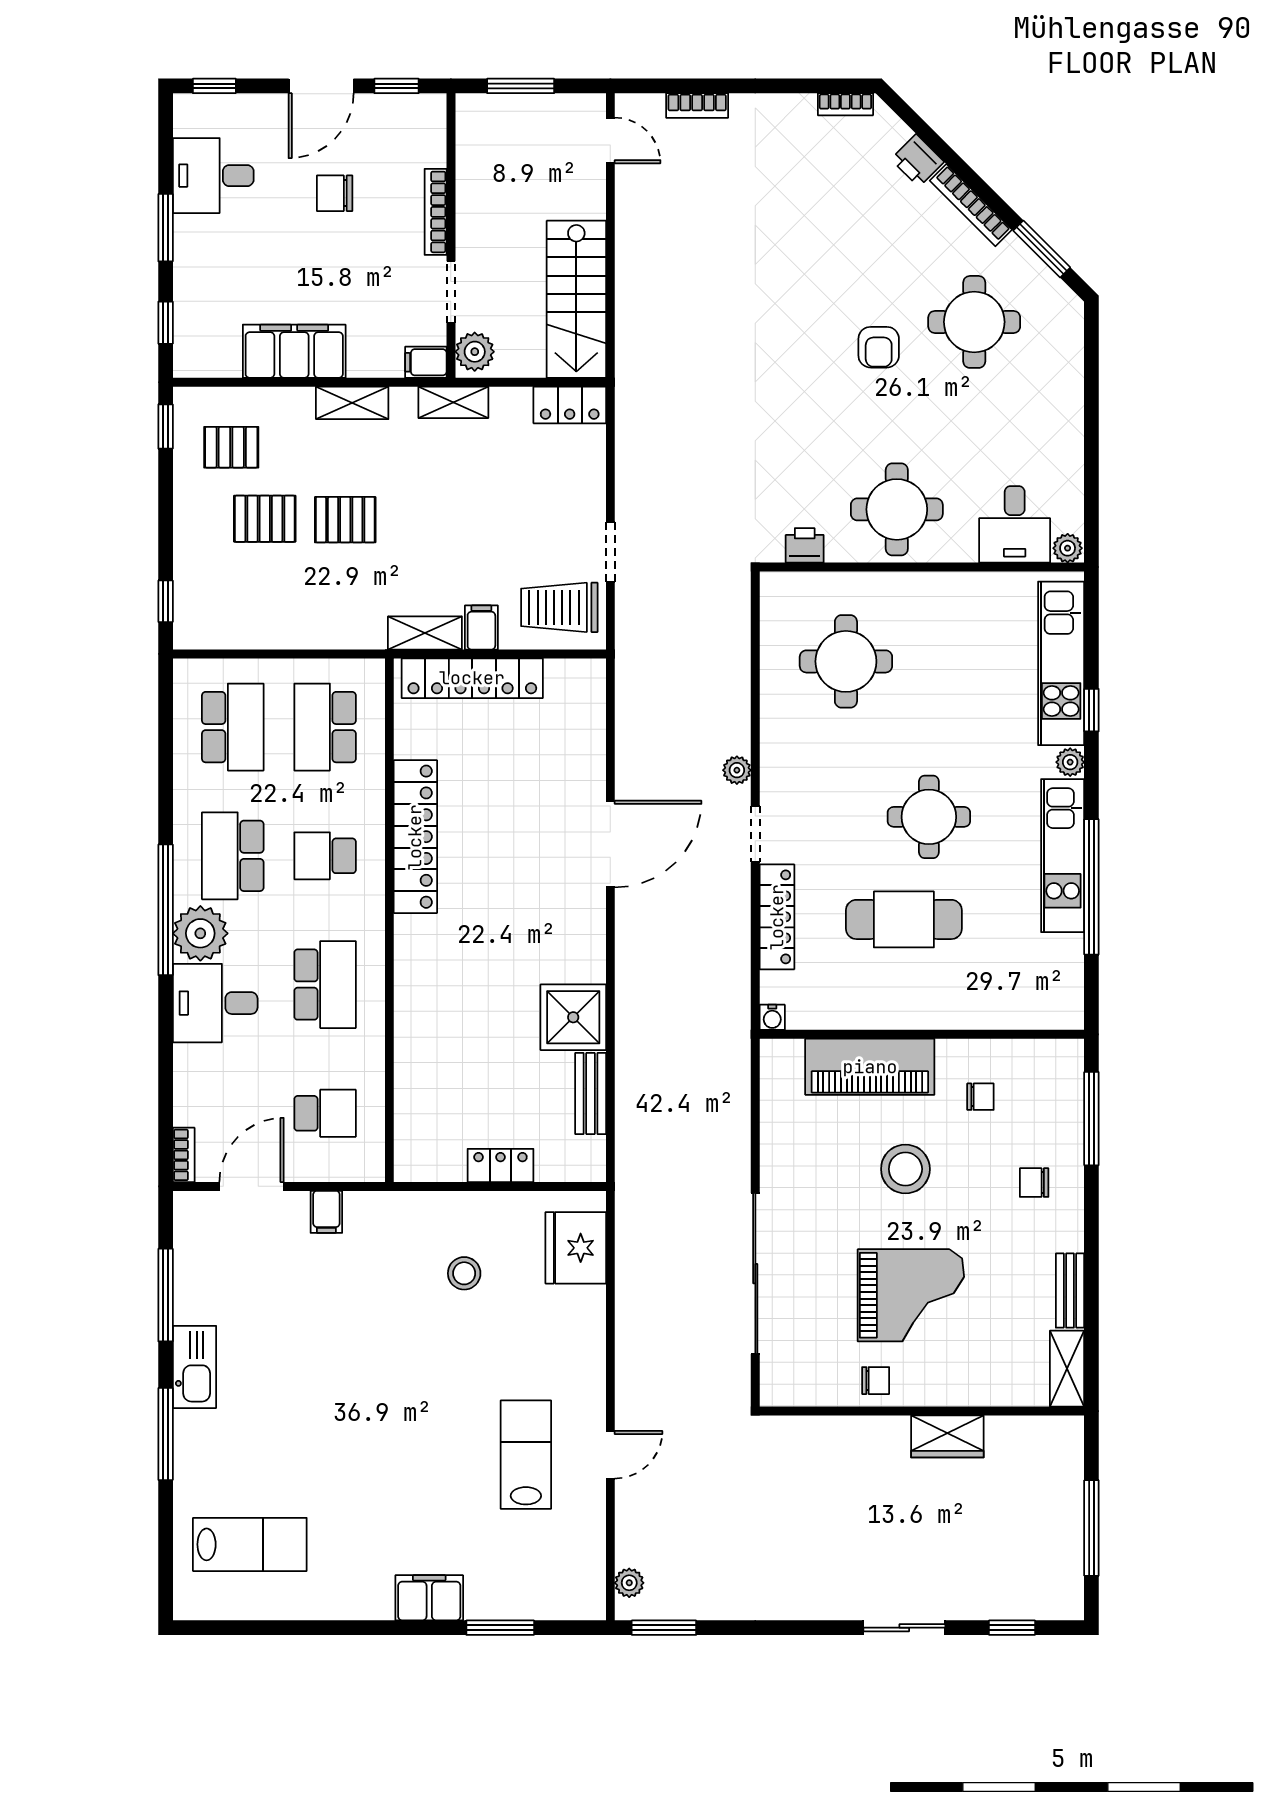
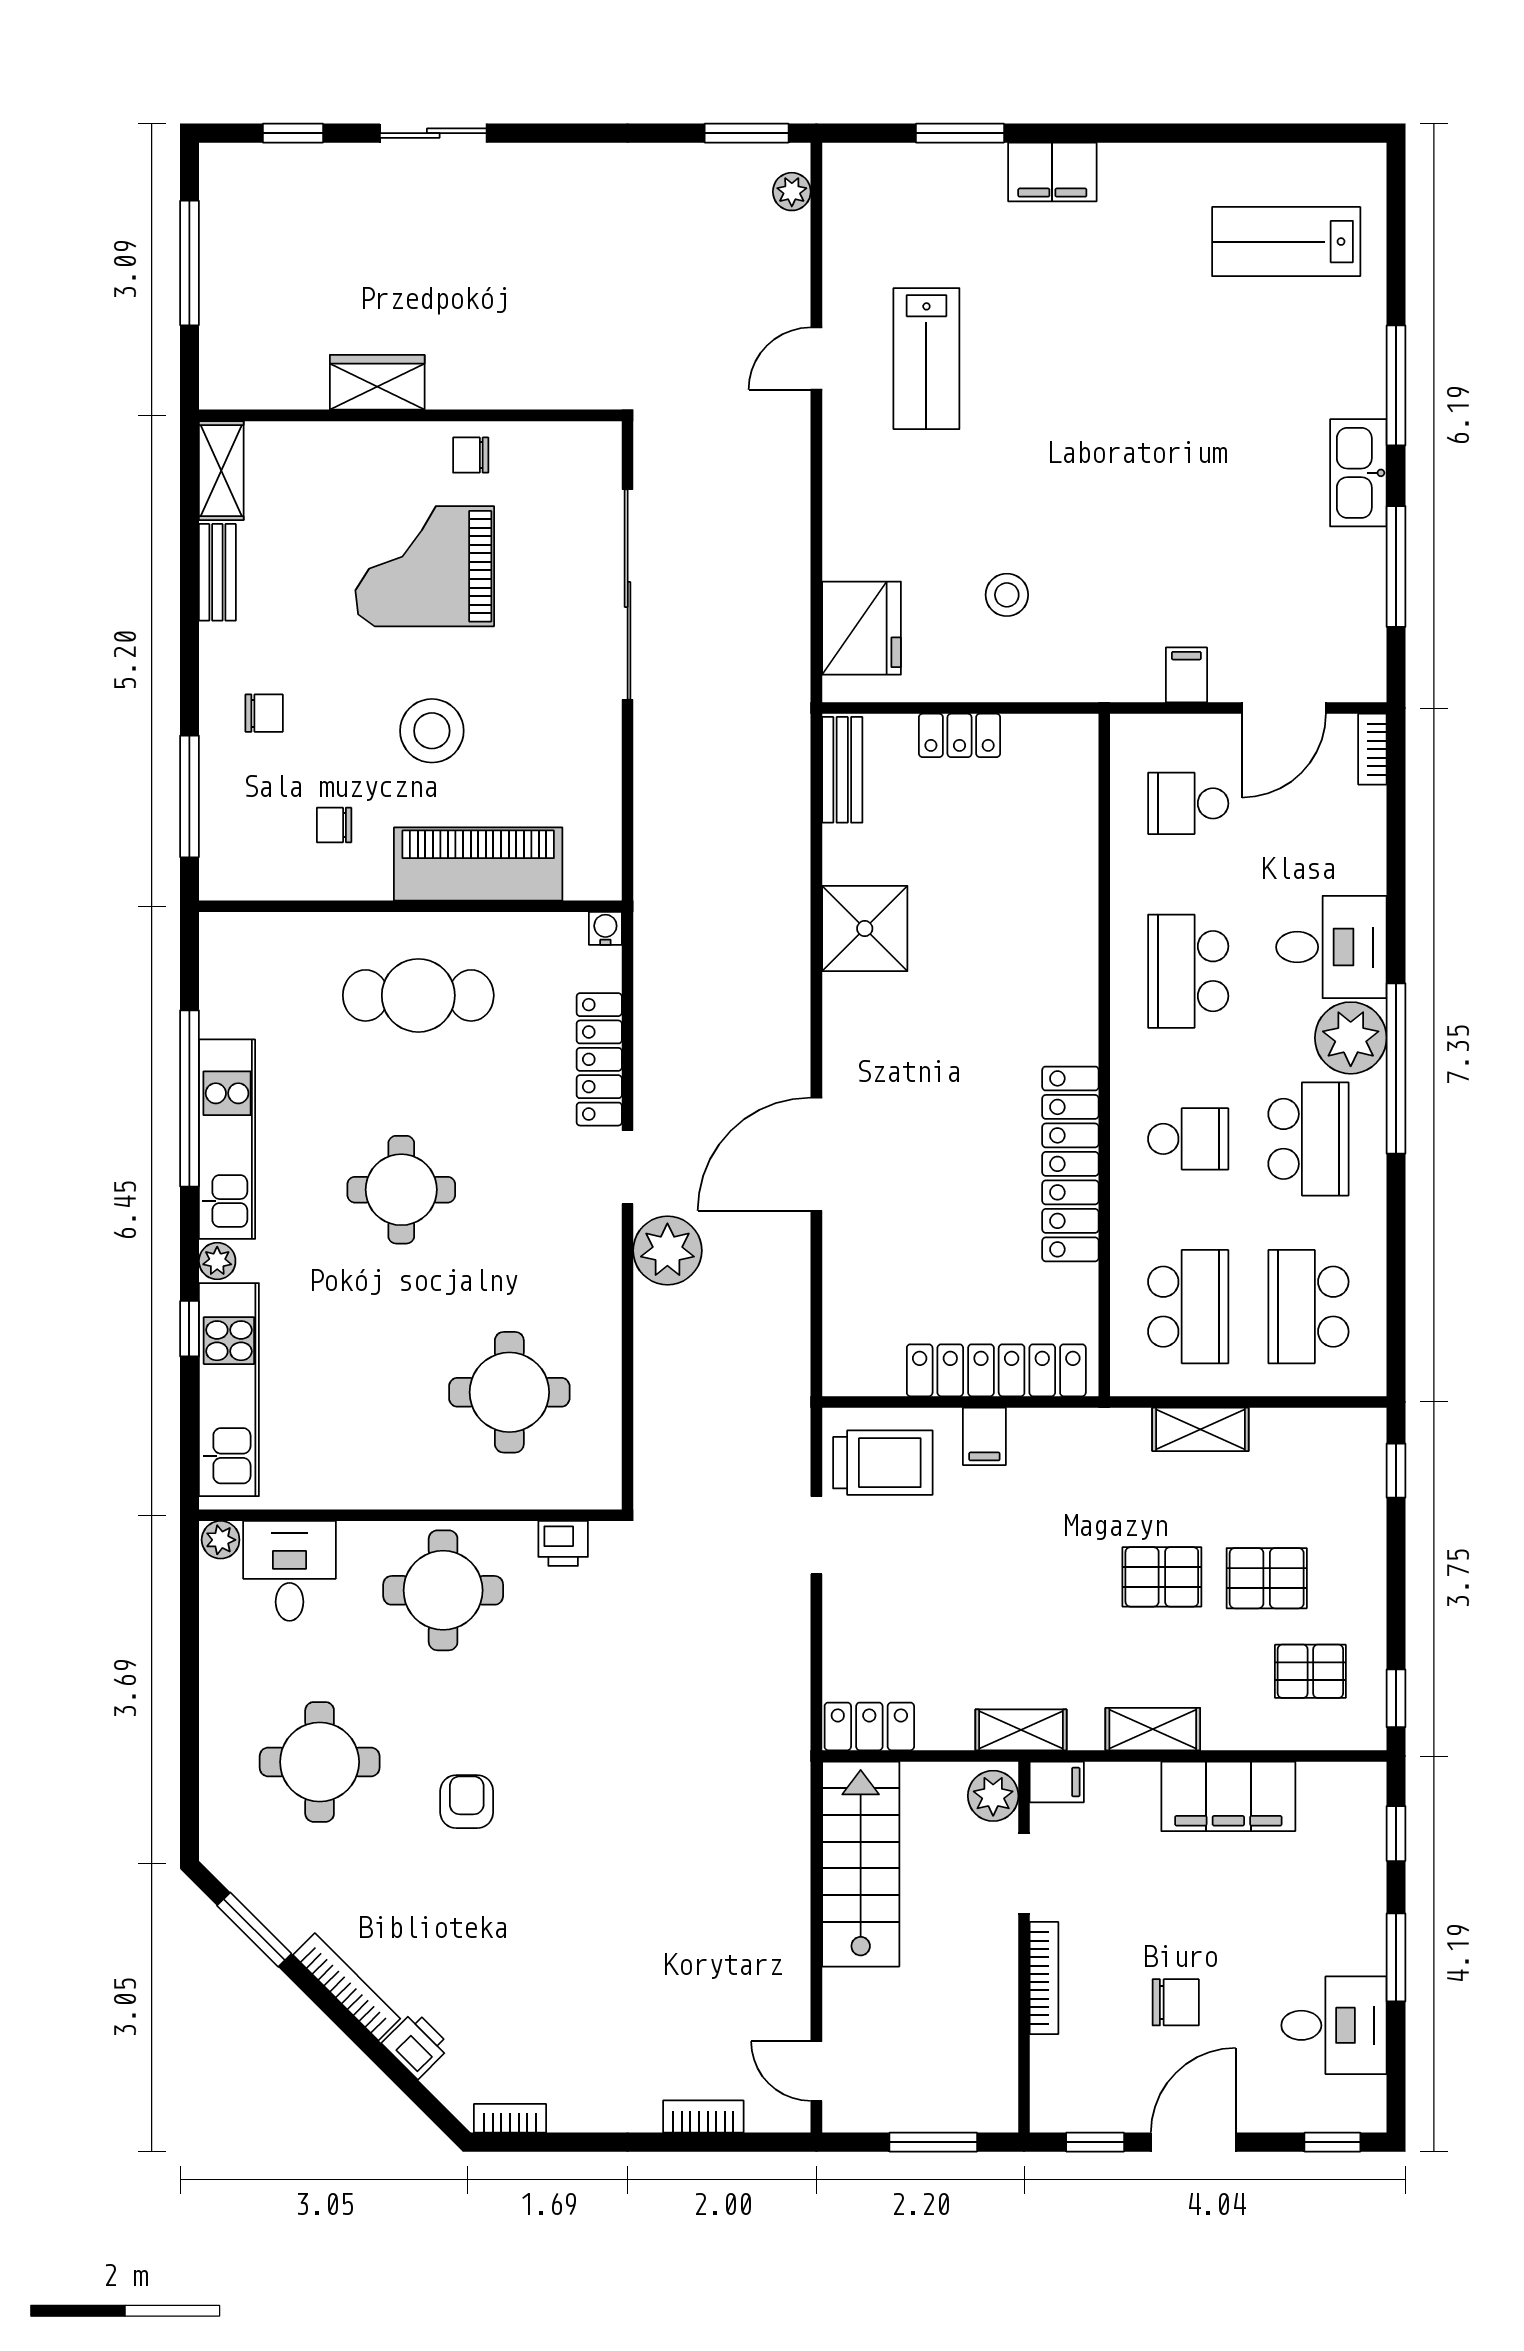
round table: (974, 322) -> (320, 1762), moved
shelving: (425, 633) -> (1200, 1429), moved
plant: (737, 770) -> (667, 1251), width x1.88, depth x1.88
cafe table: (904, 919) -> (418, 995), moved
bench: (591, 1094) -> (842, 770), moved

